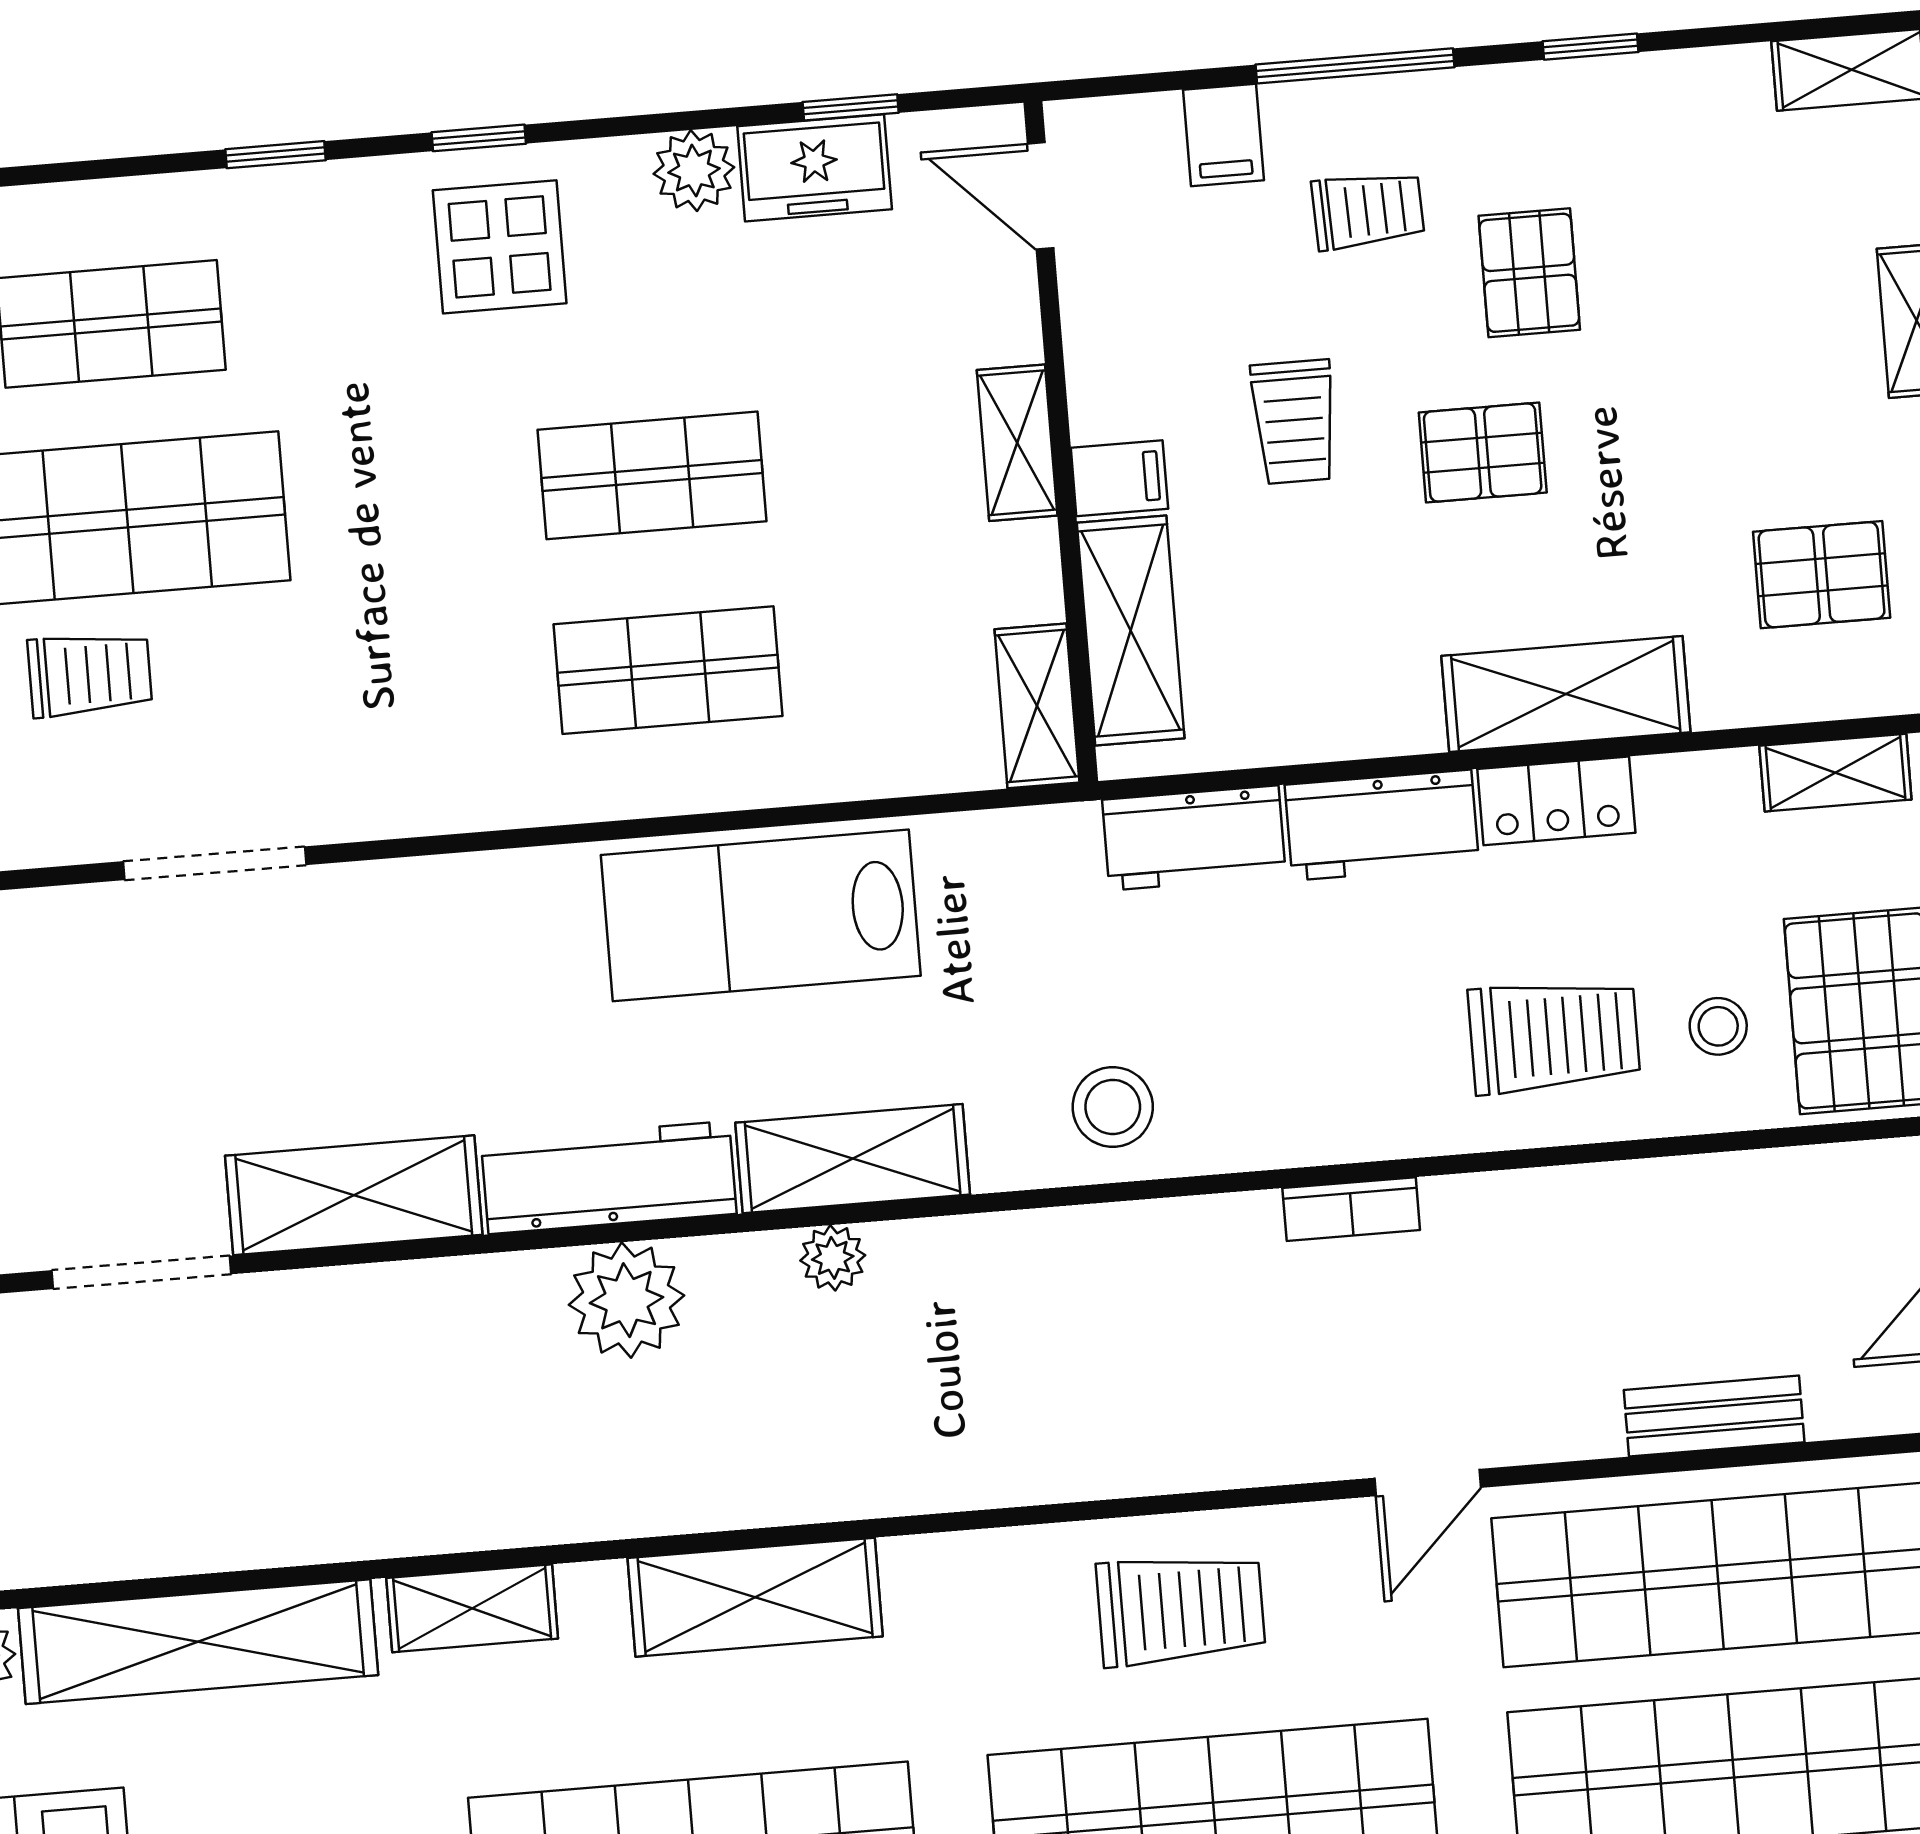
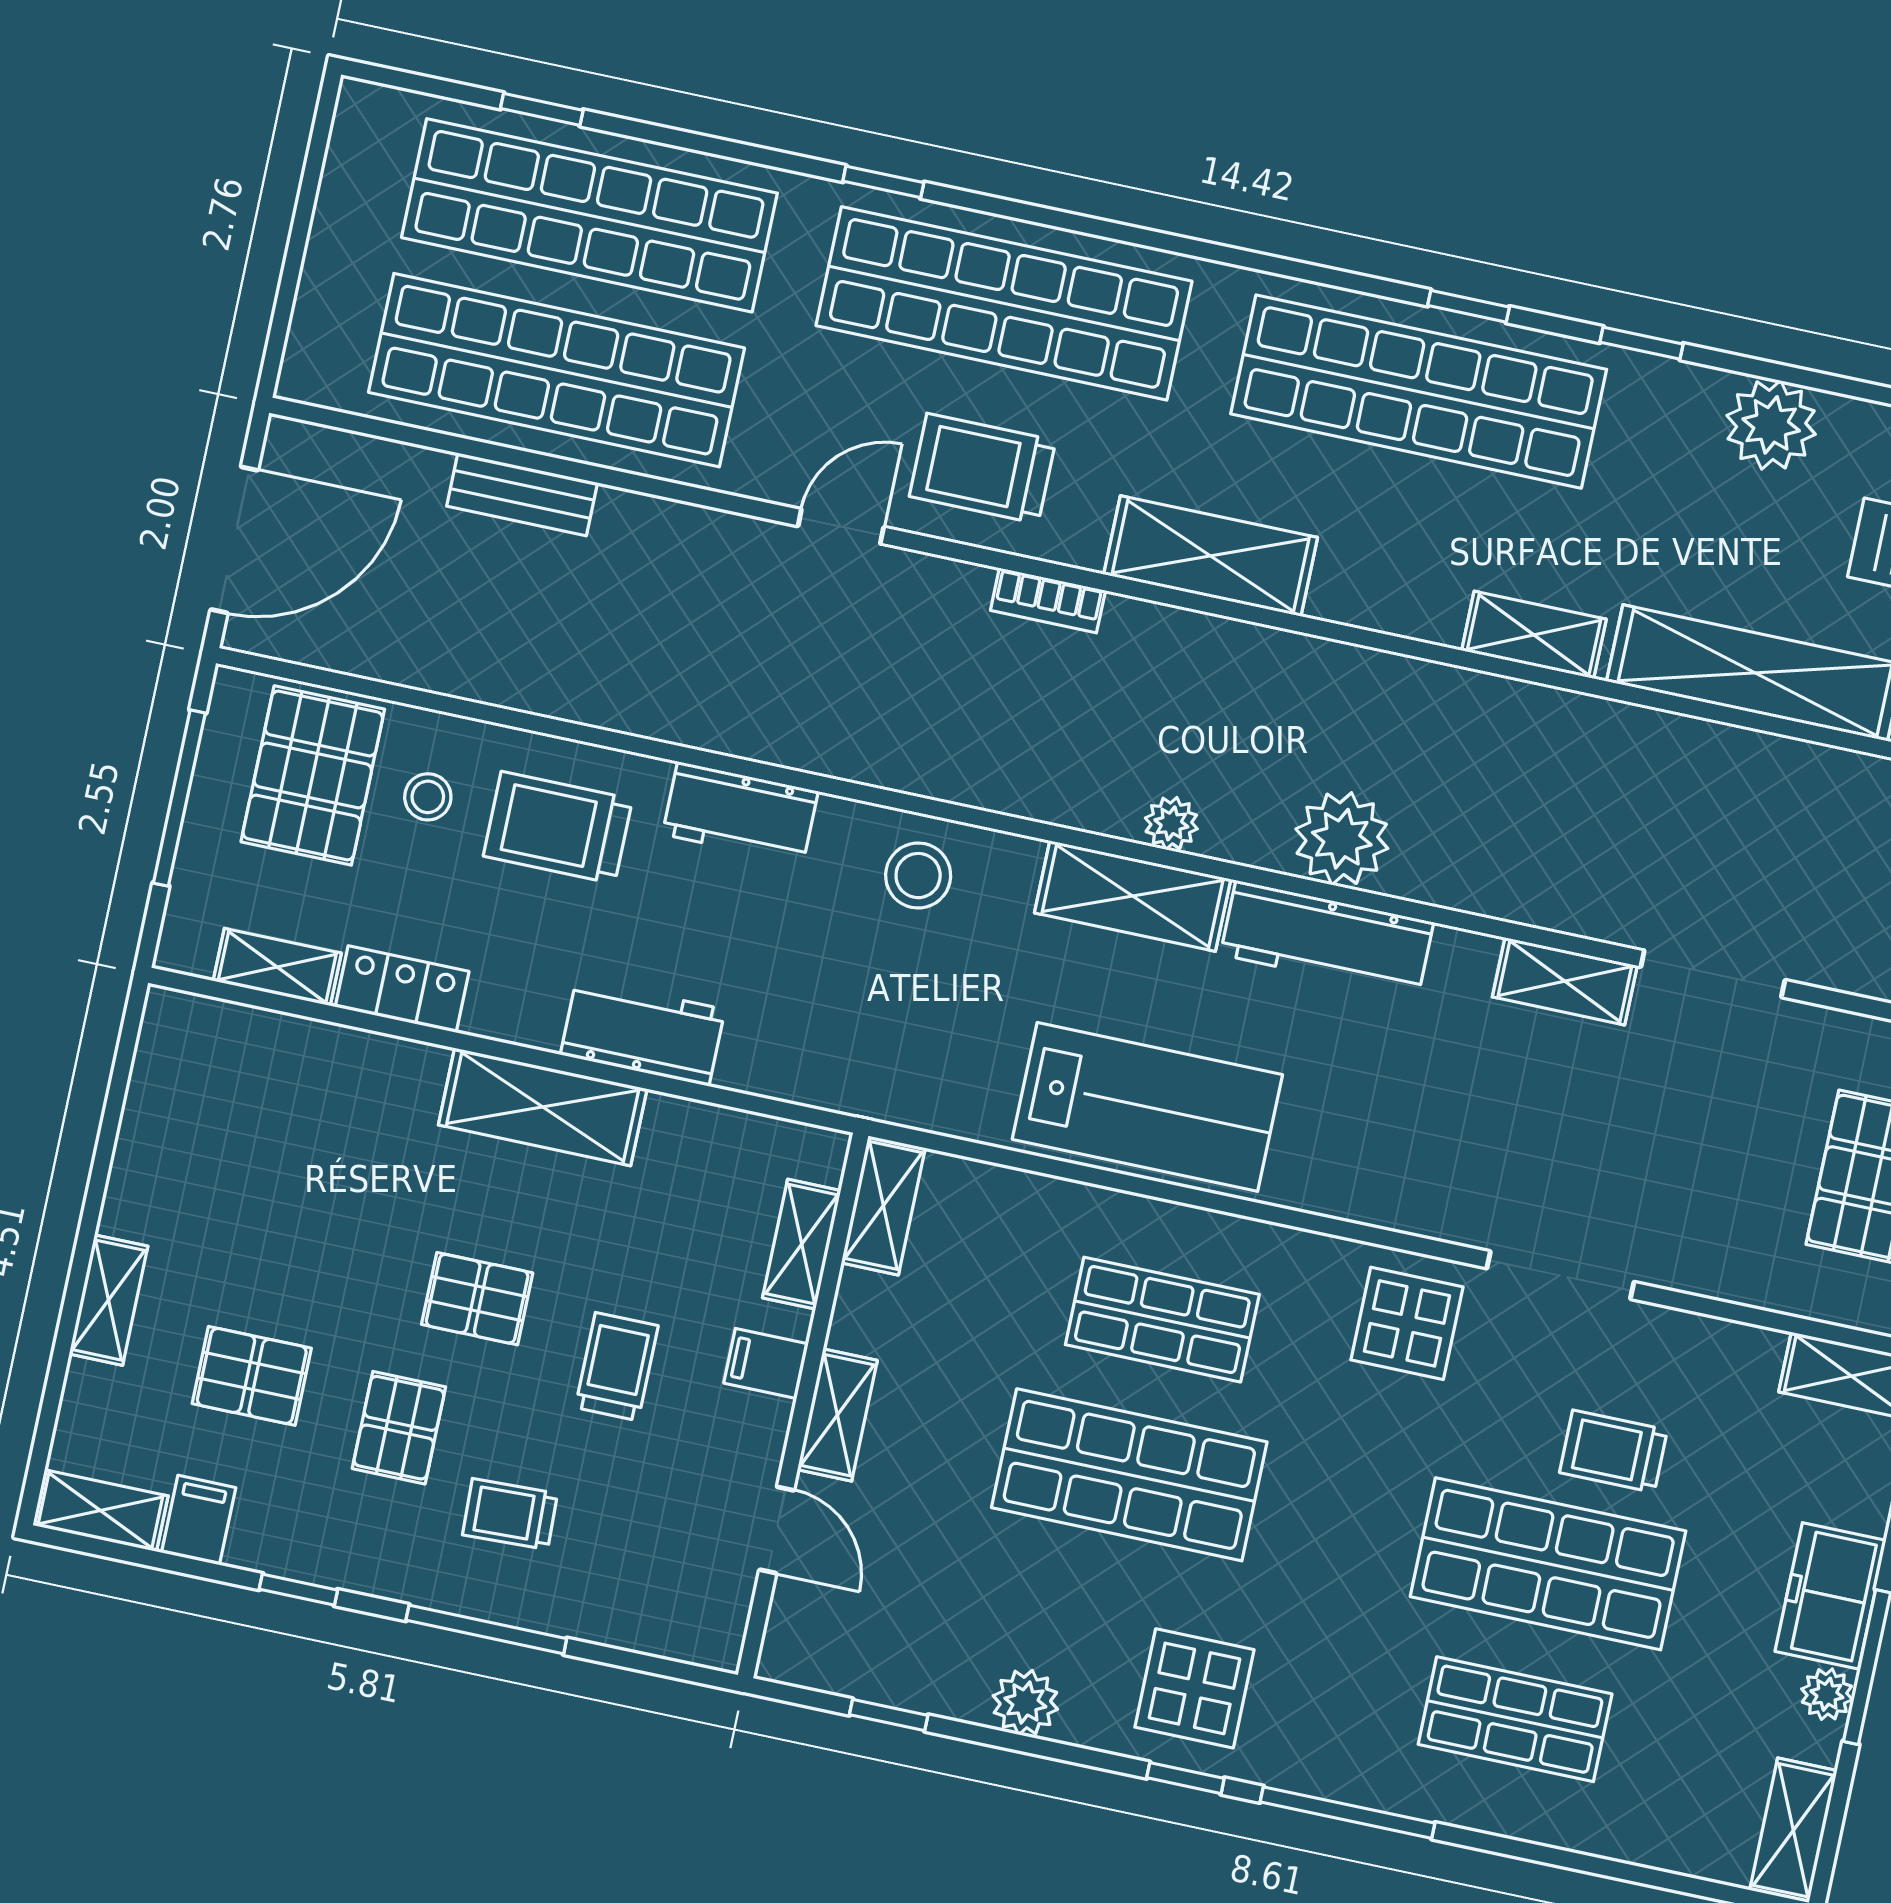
filing cabinet: (1223, 135) -> (199, 1520), moved
window: (276, 155) -> (1347, 1813), width x2.17
freezer: (815, 168) -> (931, 1676), removed
door: (1041, 196) -> (777, 1530), moved
shop shelf: (652, 475) -> (1129, 1475), width x1.43, depth x1.36
pallet: (1822, 575) -> (252, 1376), moved
shelving: (1131, 631) -> (802, 1244), width x0.67, depth x0.75
shelving: (1566, 694) -> (543, 1107), moved
display table: (378, 752) -> (1407, 1323), added
locker: (1556, 801) -> (402, 989), moved
workbench: (1194, 838) -> (740, 813), moved, turned 180
shelving: (354, 1195) -> (1565, 981), width x0.67, depth x0.75
bookcase: (1351, 1209) -> (1048, 600), moved, turned 180
door: (1428, 1483) -> (841, 526), moved
shelving: (755, 1597) -> (1211, 556), moved

